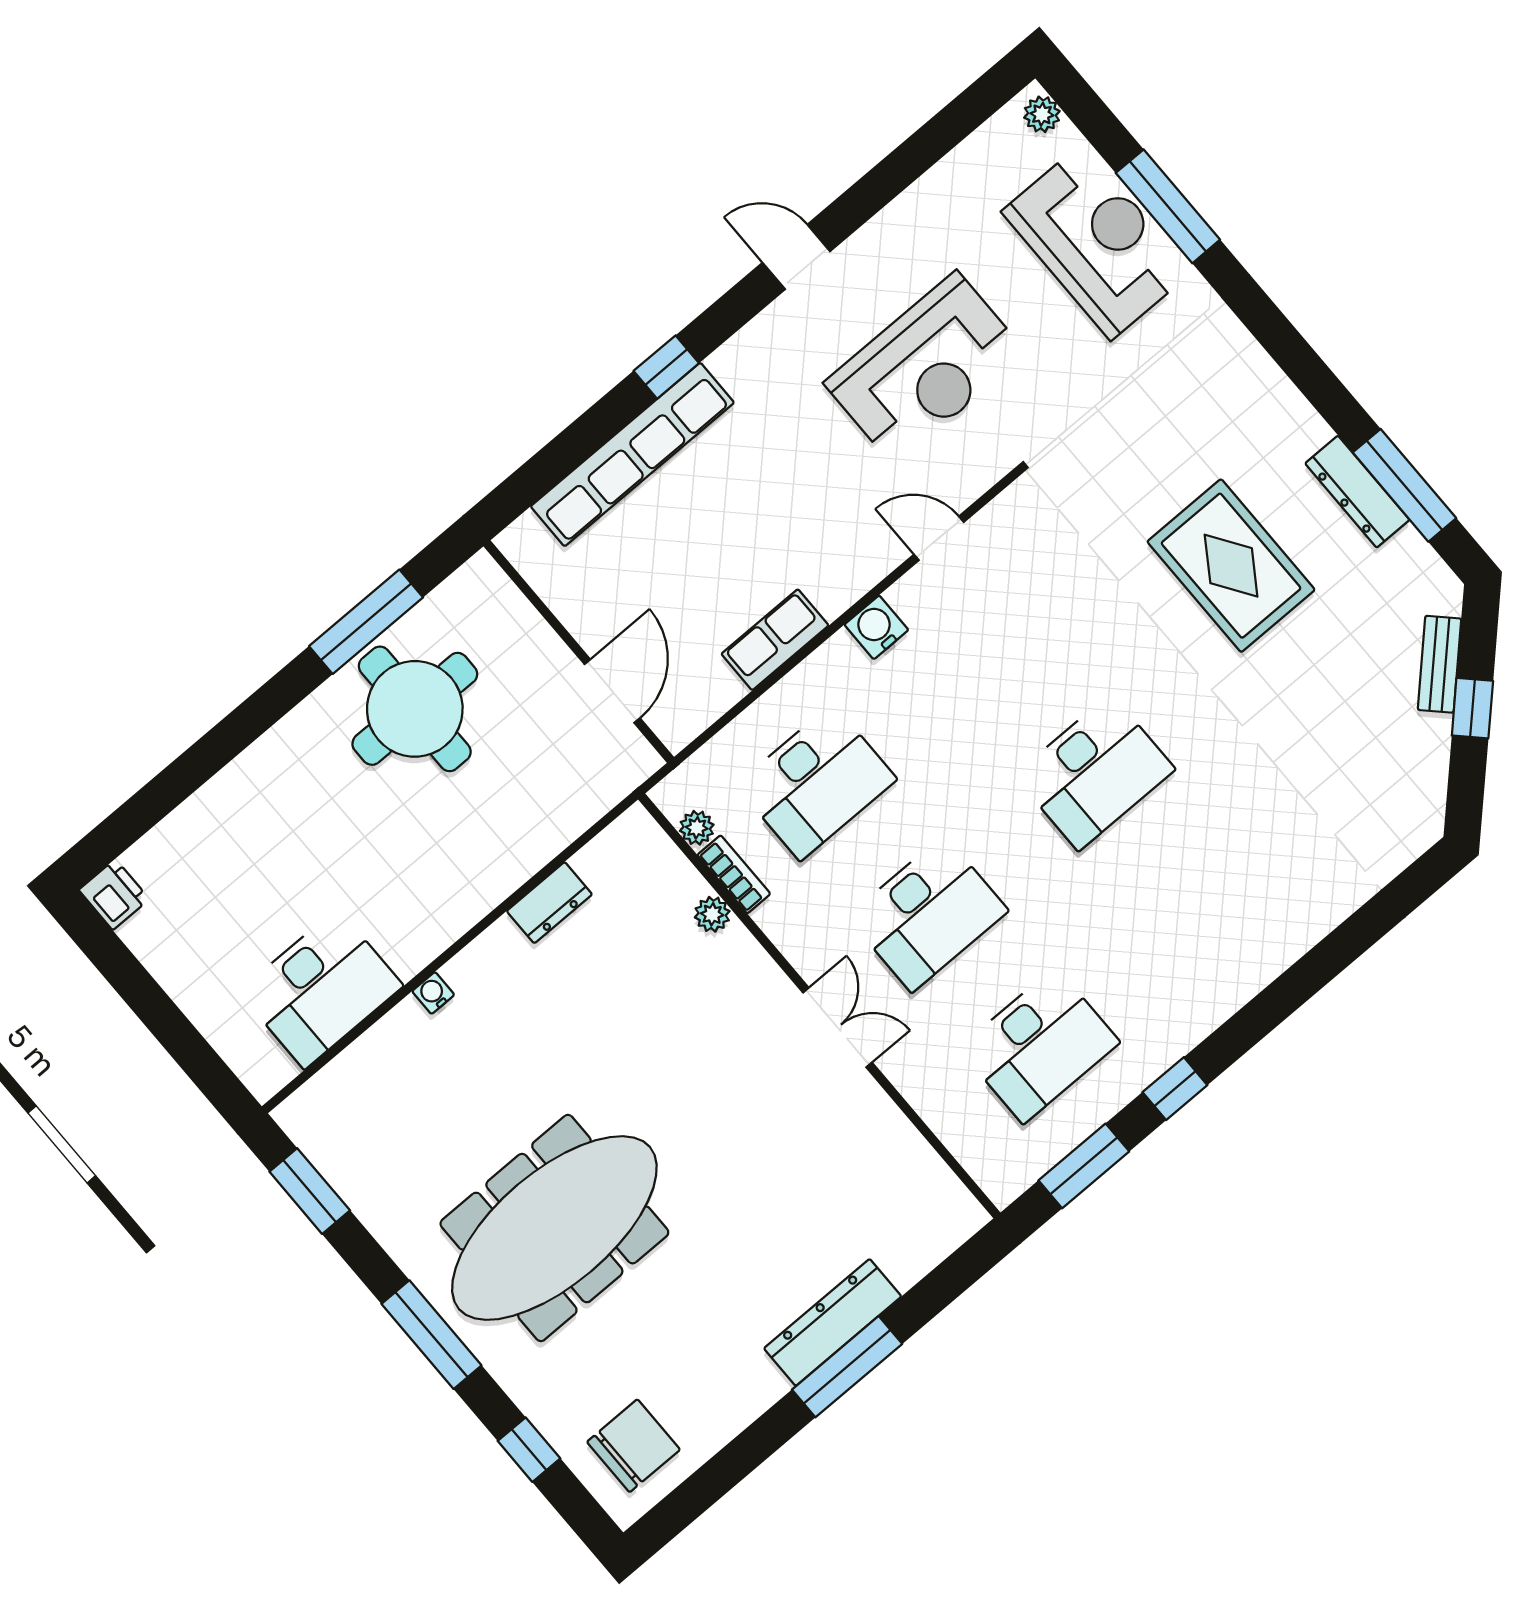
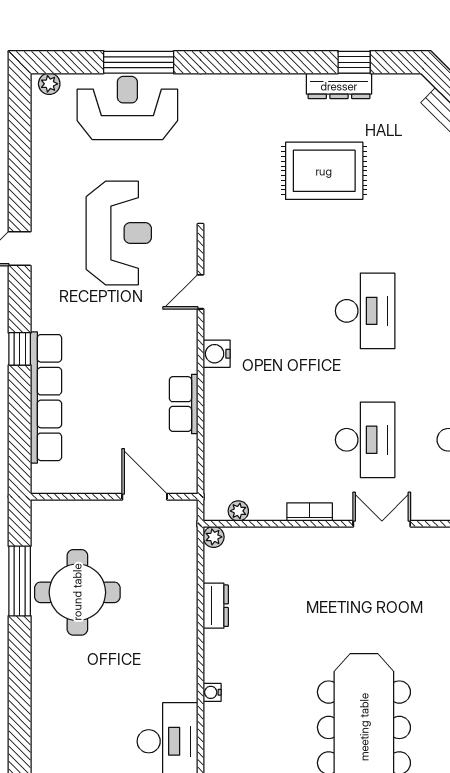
window: (1404, 485) -> (354, 62), width x0.46
desk: (816, 782) -> (263, 440), removed
bookcase: (734, 874) -> (310, 512), moved
plant: (712, 914) -> (214, 537), moved

